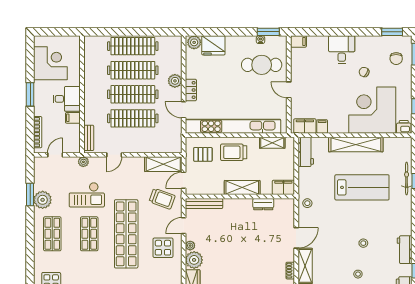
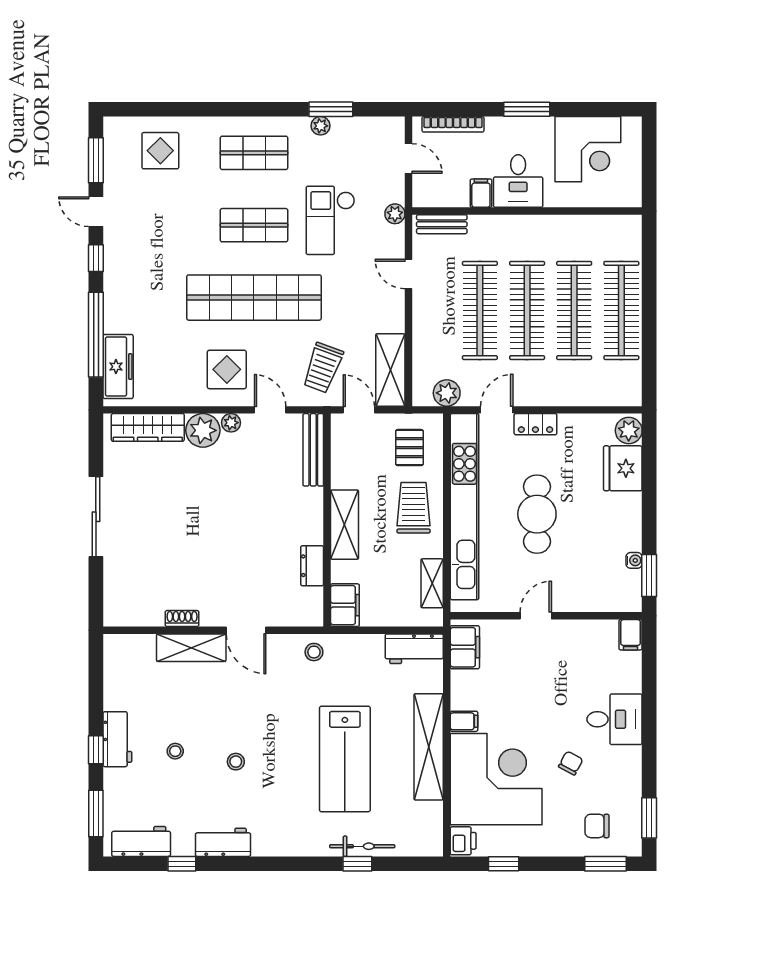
cafe table: (262, 65) -> (537, 514), moved
plant: (175, 81) -> (447, 393), moved
filing cabinet: (322, 127) -> (464, 721), moved
plant: (43, 200) -> (321, 126), width x0.53, depth x0.53

